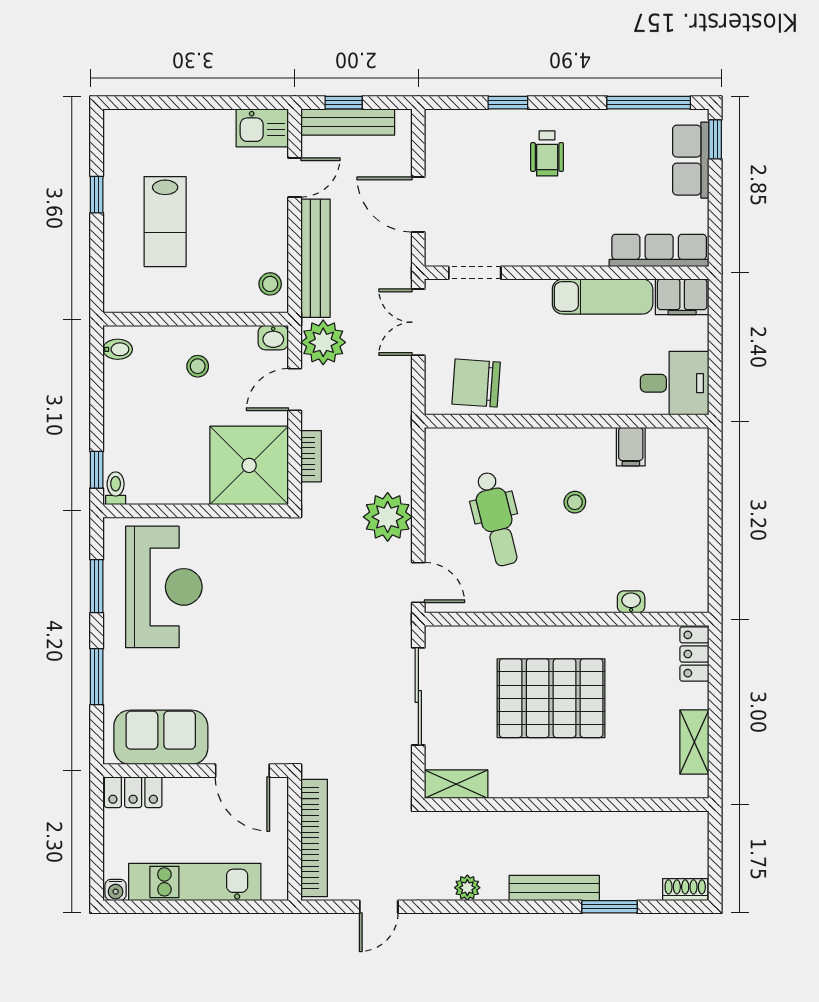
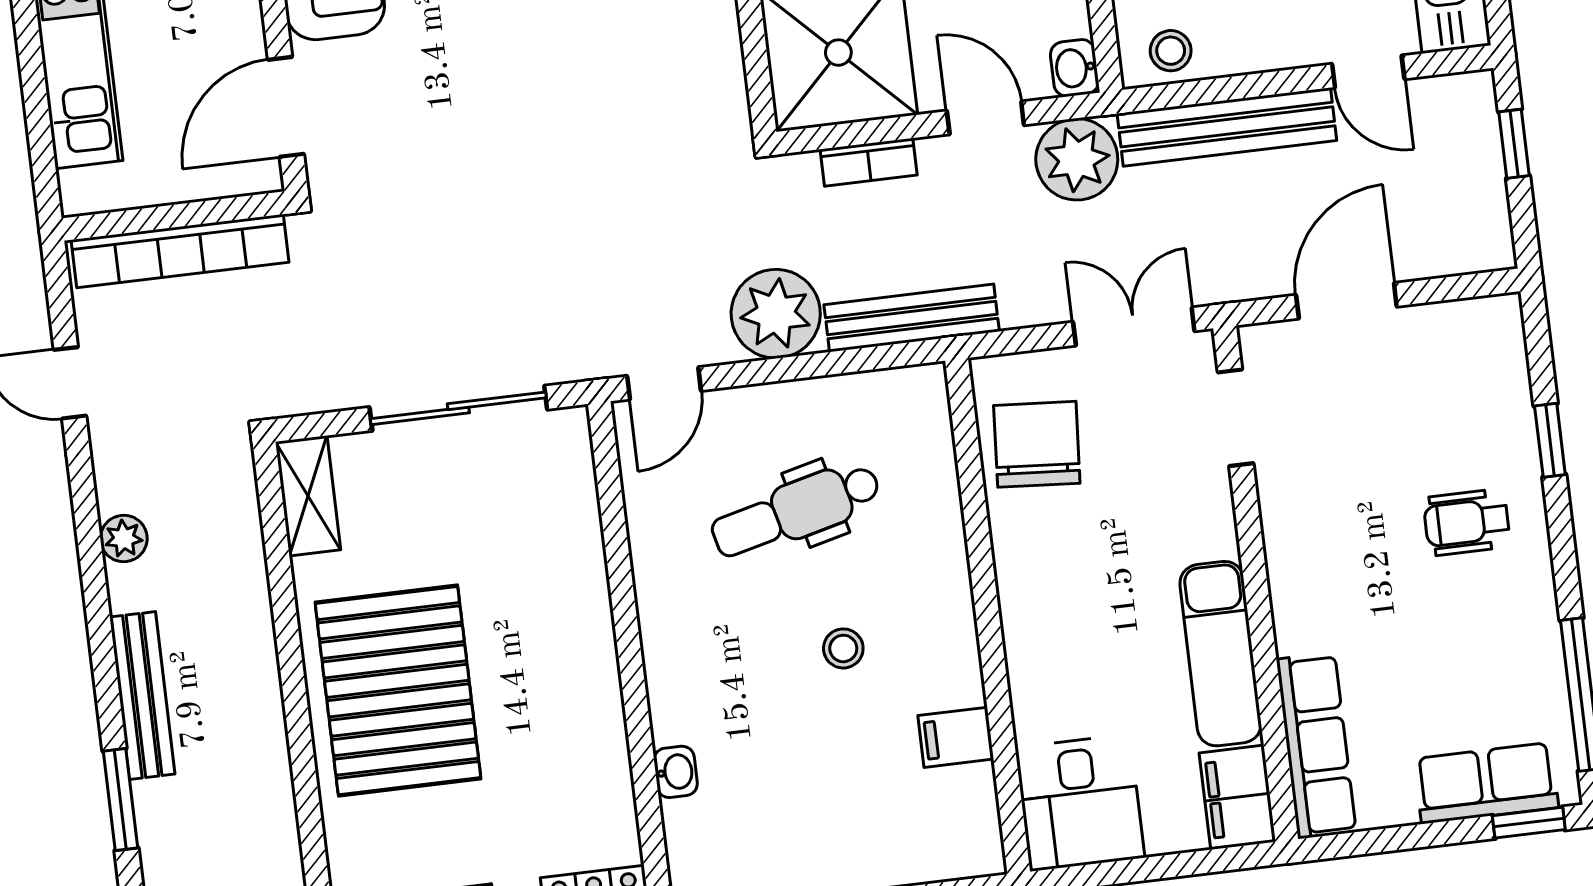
bench: (348, 122) -> (912, 318), moved, turned 90
pallet: (551, 698) -> (398, 691), moved

